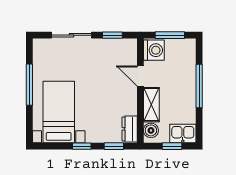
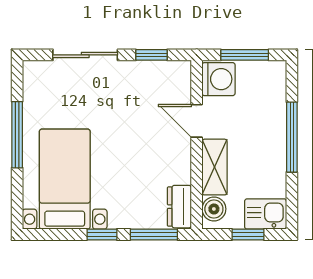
window: (114, 146) -> (154, 235), width x1.50

